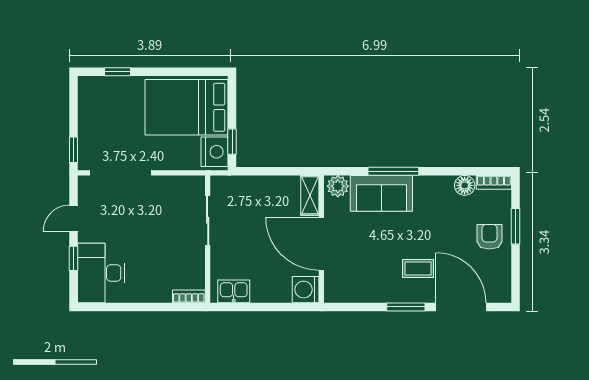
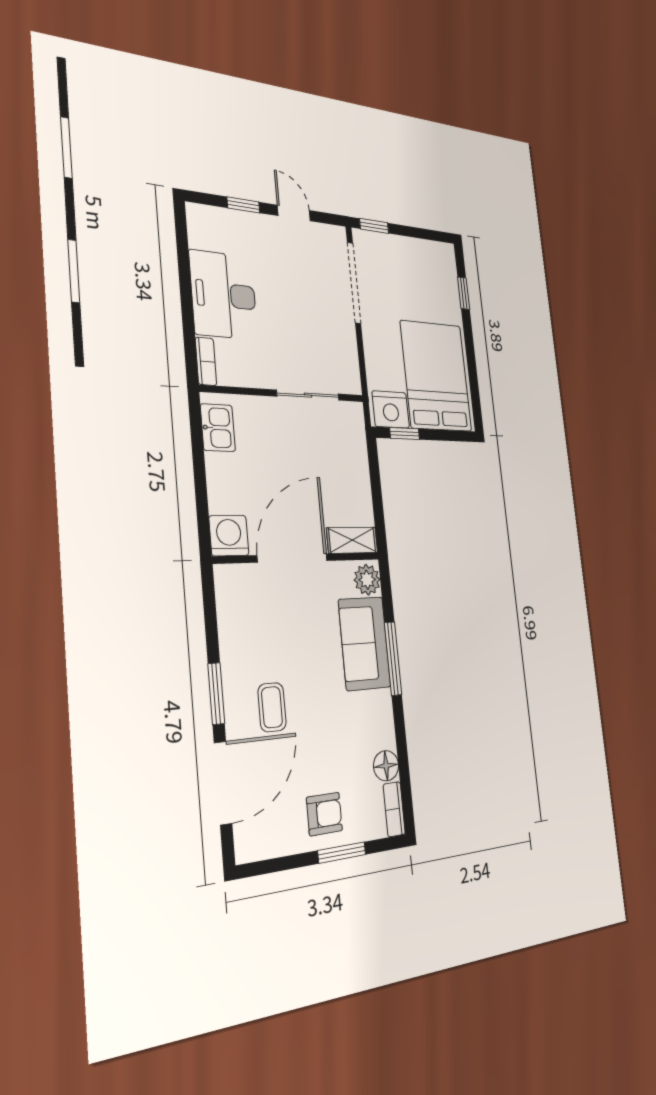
desk: (101, 273) -> (224, 295), moved, turned -90

